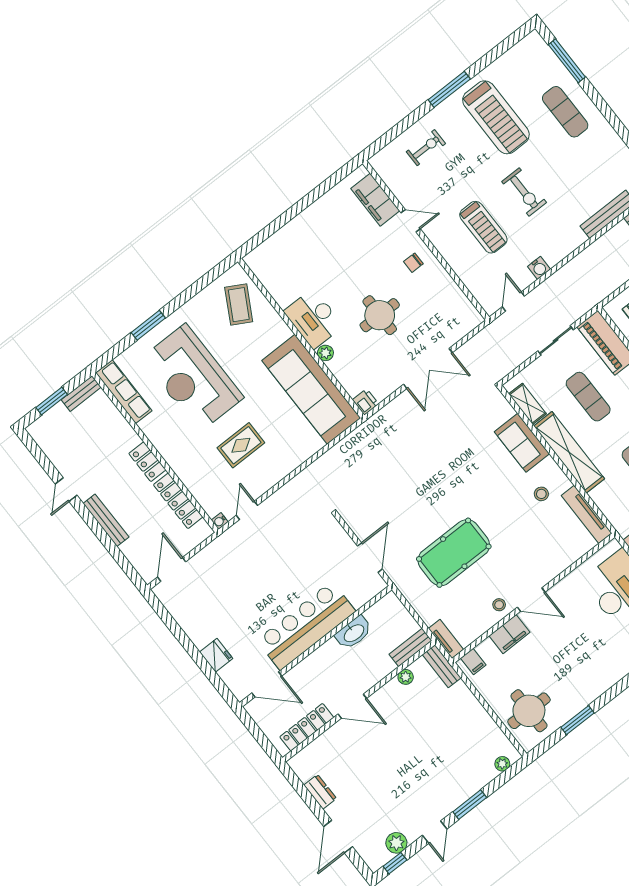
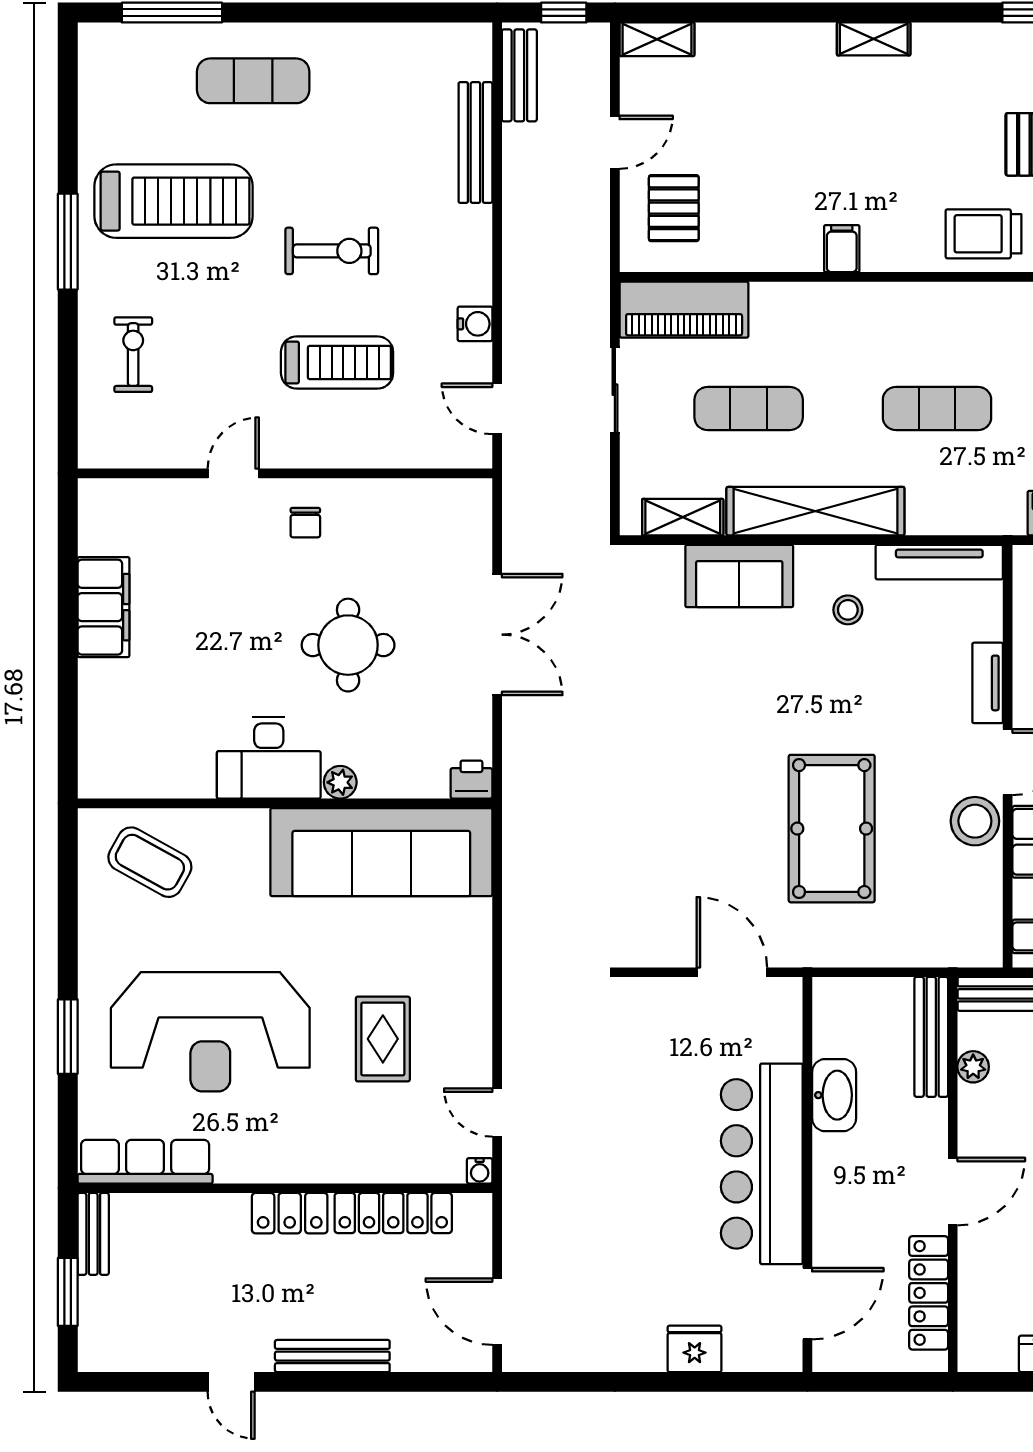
filing cabinet: (375, 200) -> (103, 607), moved, turned -90
stool: (499, 605) -> (975, 821), width x1.89, depth x1.89
tv unit: (446, 639) -> (988, 683), moved, turned -90
bench: (411, 647) -> (931, 1037), width x1.36

